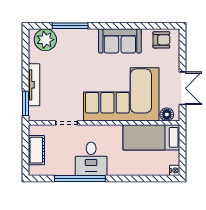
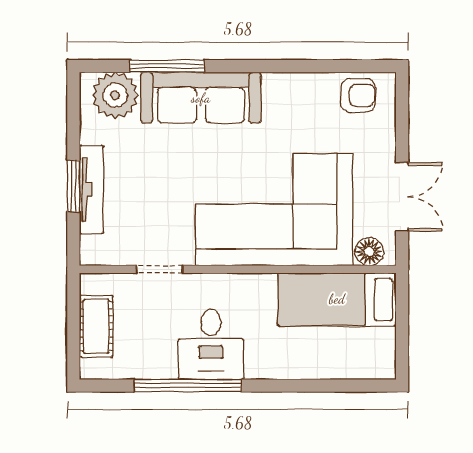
sofa: (120, 41) -> (201, 98), moved, width x1.36
window: (25, 103) -> (73, 186), moved
nightstand: (175, 170) -> (386, 369), removed

